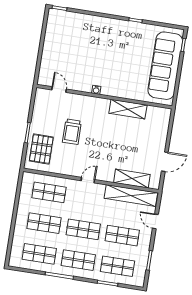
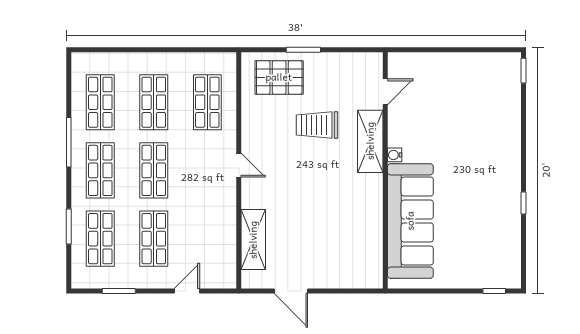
sofa: (165, 66) -> (410, 221), moved, turned 90
shelving: (128, 109) -> (370, 141), moved
shelving: (131, 195) -> (224, 242), removed

